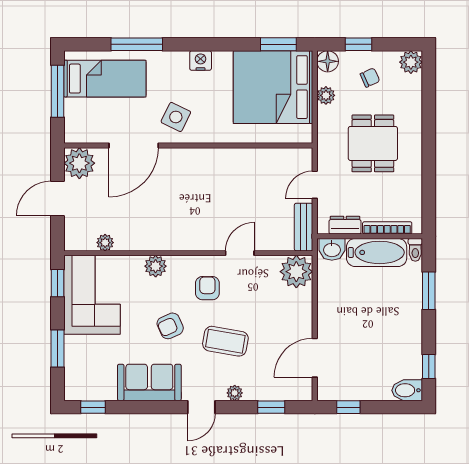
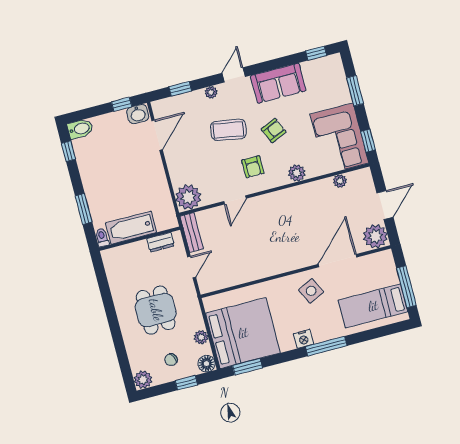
window: (137, 44) -> (326, 346), moved
side table: (176, 117) -> (311, 291), turned 38
bookcase: (387, 228) -> (128, 249), removed
washbasin: (332, 249) -> (138, 114), moved, turned 180

